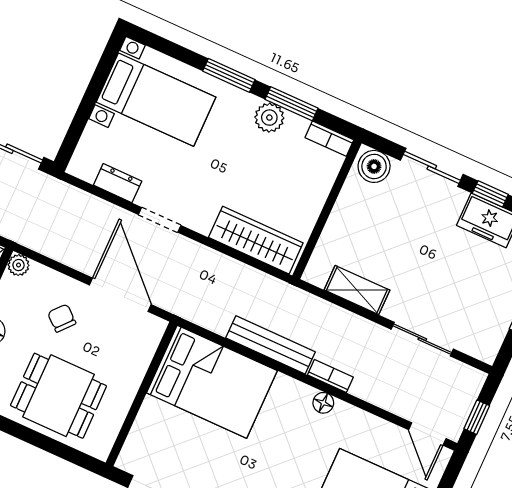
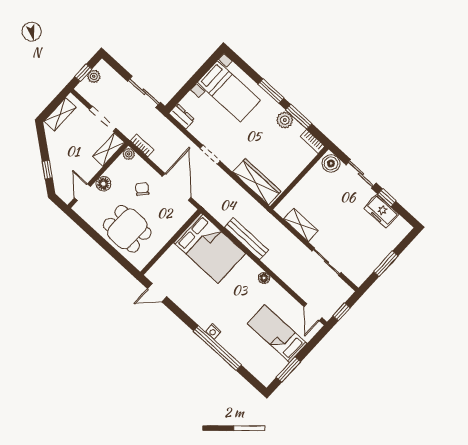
dresser: (118, 183) -> (182, 116), moved
bookcase: (330, 376) -> (142, 145), moved

